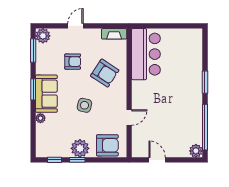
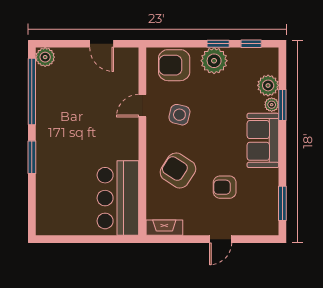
plant: (43, 36) -> (268, 85), moved
window: (33, 89) -> (282, 105), moved
side table: (84, 105) -> (179, 115), moved

